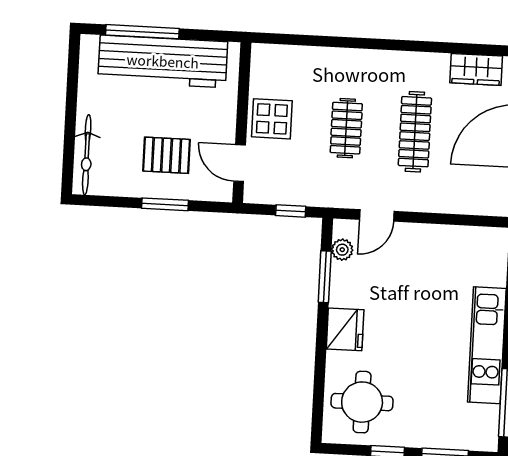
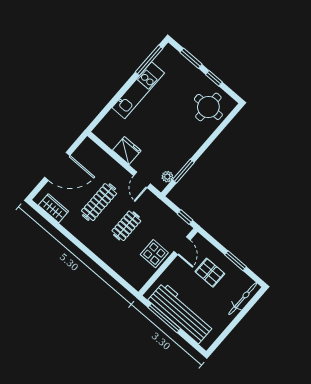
window: (142, 32) -> (164, 318), moved
window: (165, 204) -> (236, 261), moved
window: (291, 211) -> (185, 217), moved
door: (377, 215) -> (142, 180), swing flipped
fridge: (345, 329) -> (127, 151), moved, turned 90

